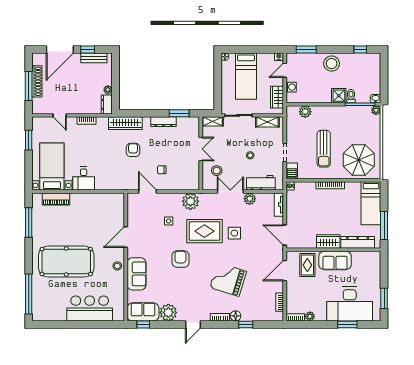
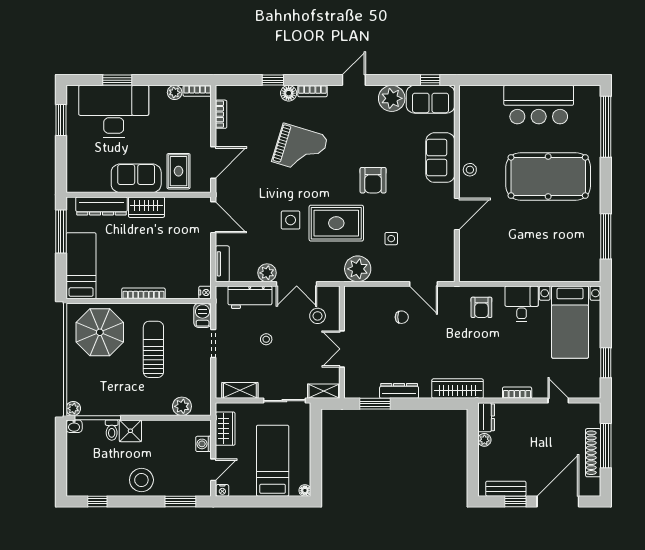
armchair: (133, 150) -> (481, 307), moved
piano: (56, 199) -> (564, 272), removed
bar counter: (90, 308) -> (539, 105), moved

